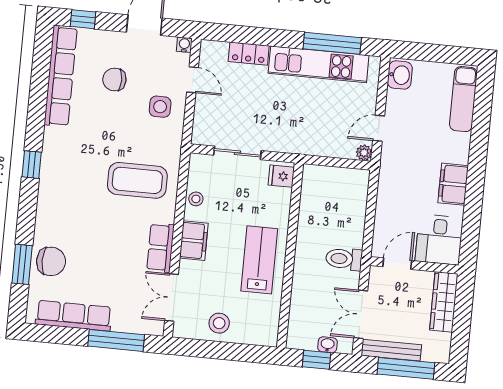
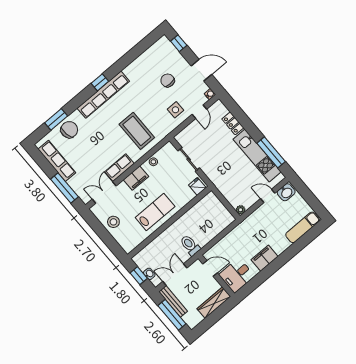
row of seats: (61, 76) -> (103, 95), moved
door: (379, 128) -> (268, 196), moved
chair: (51, 261) -> (69, 130), turned -99

